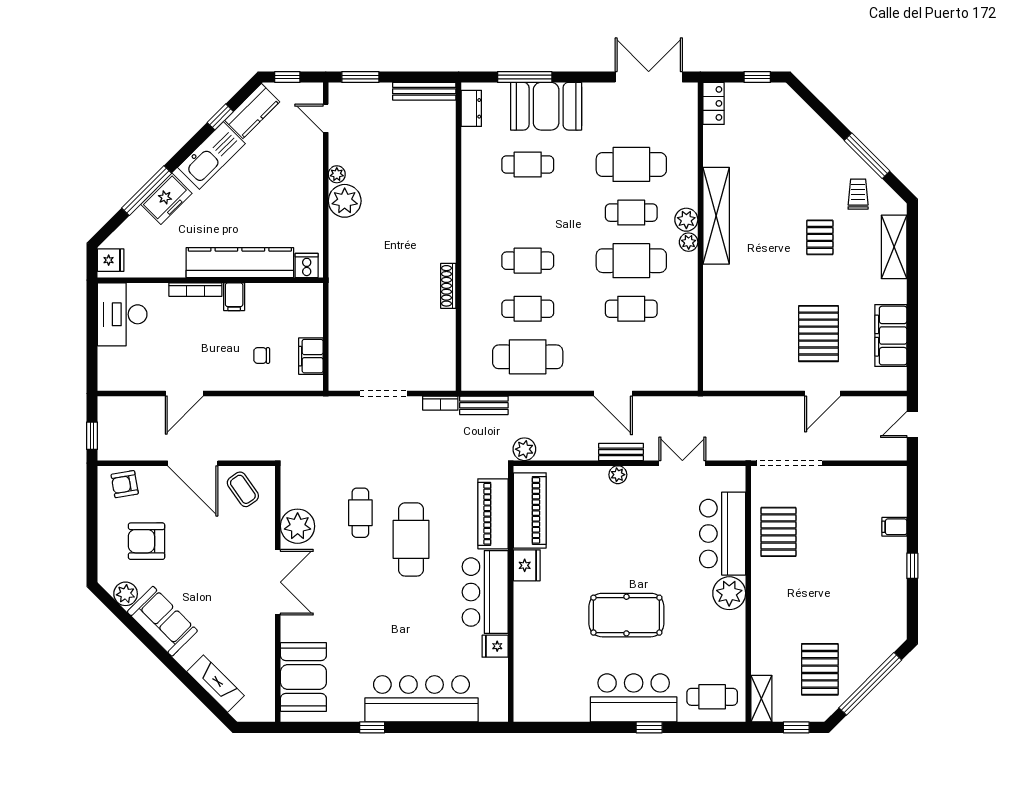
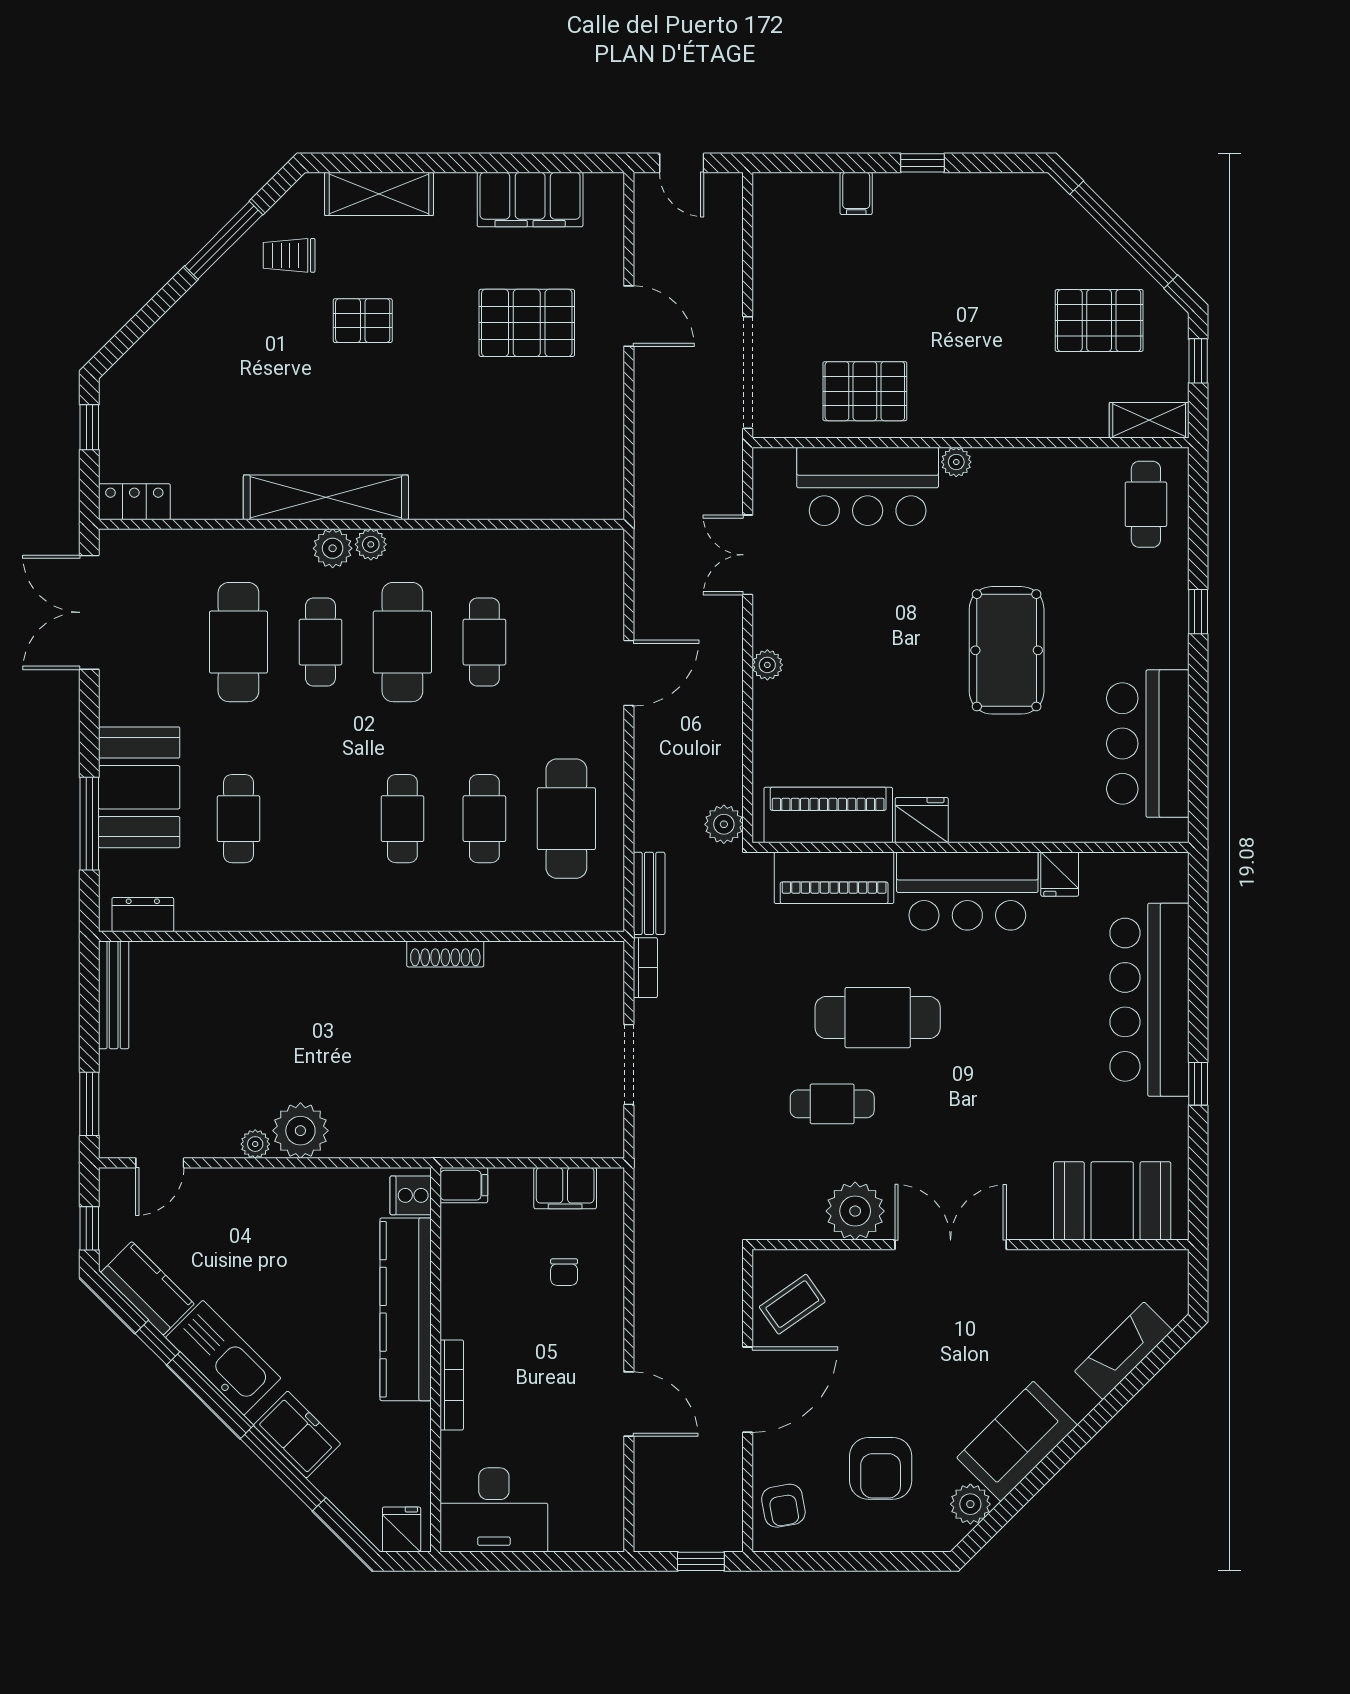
filing cabinet: (234, 297) -> (464, 1185), moved
bench: (621, 452) -> (729, 659), removed
plant: (729, 593) -> (956, 462), width x0.53, depth x0.53
bar counter: (634, 698) -> (1148, 744), moved

